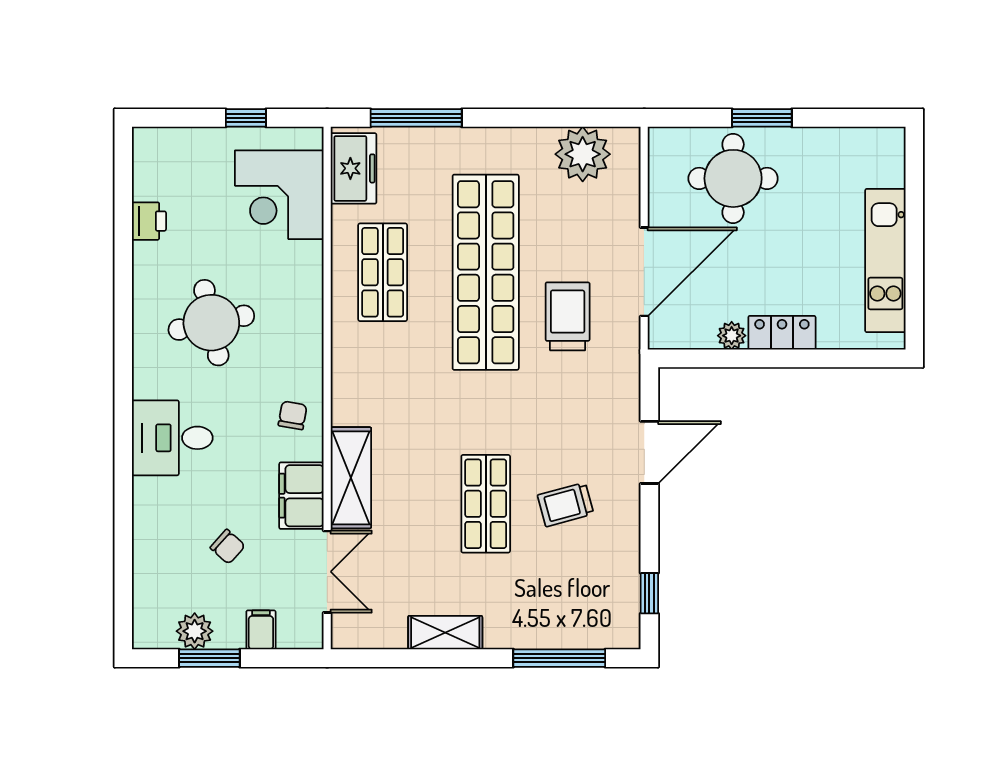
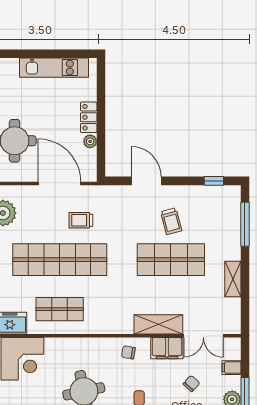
trolley: (568, 316) -> (81, 220), width x0.73, depth x0.72
shop shelf: (486, 504) -> (171, 260), width x1.43, depth x1.36
double door: (327, 572) -> (203, 336), swing flipped

